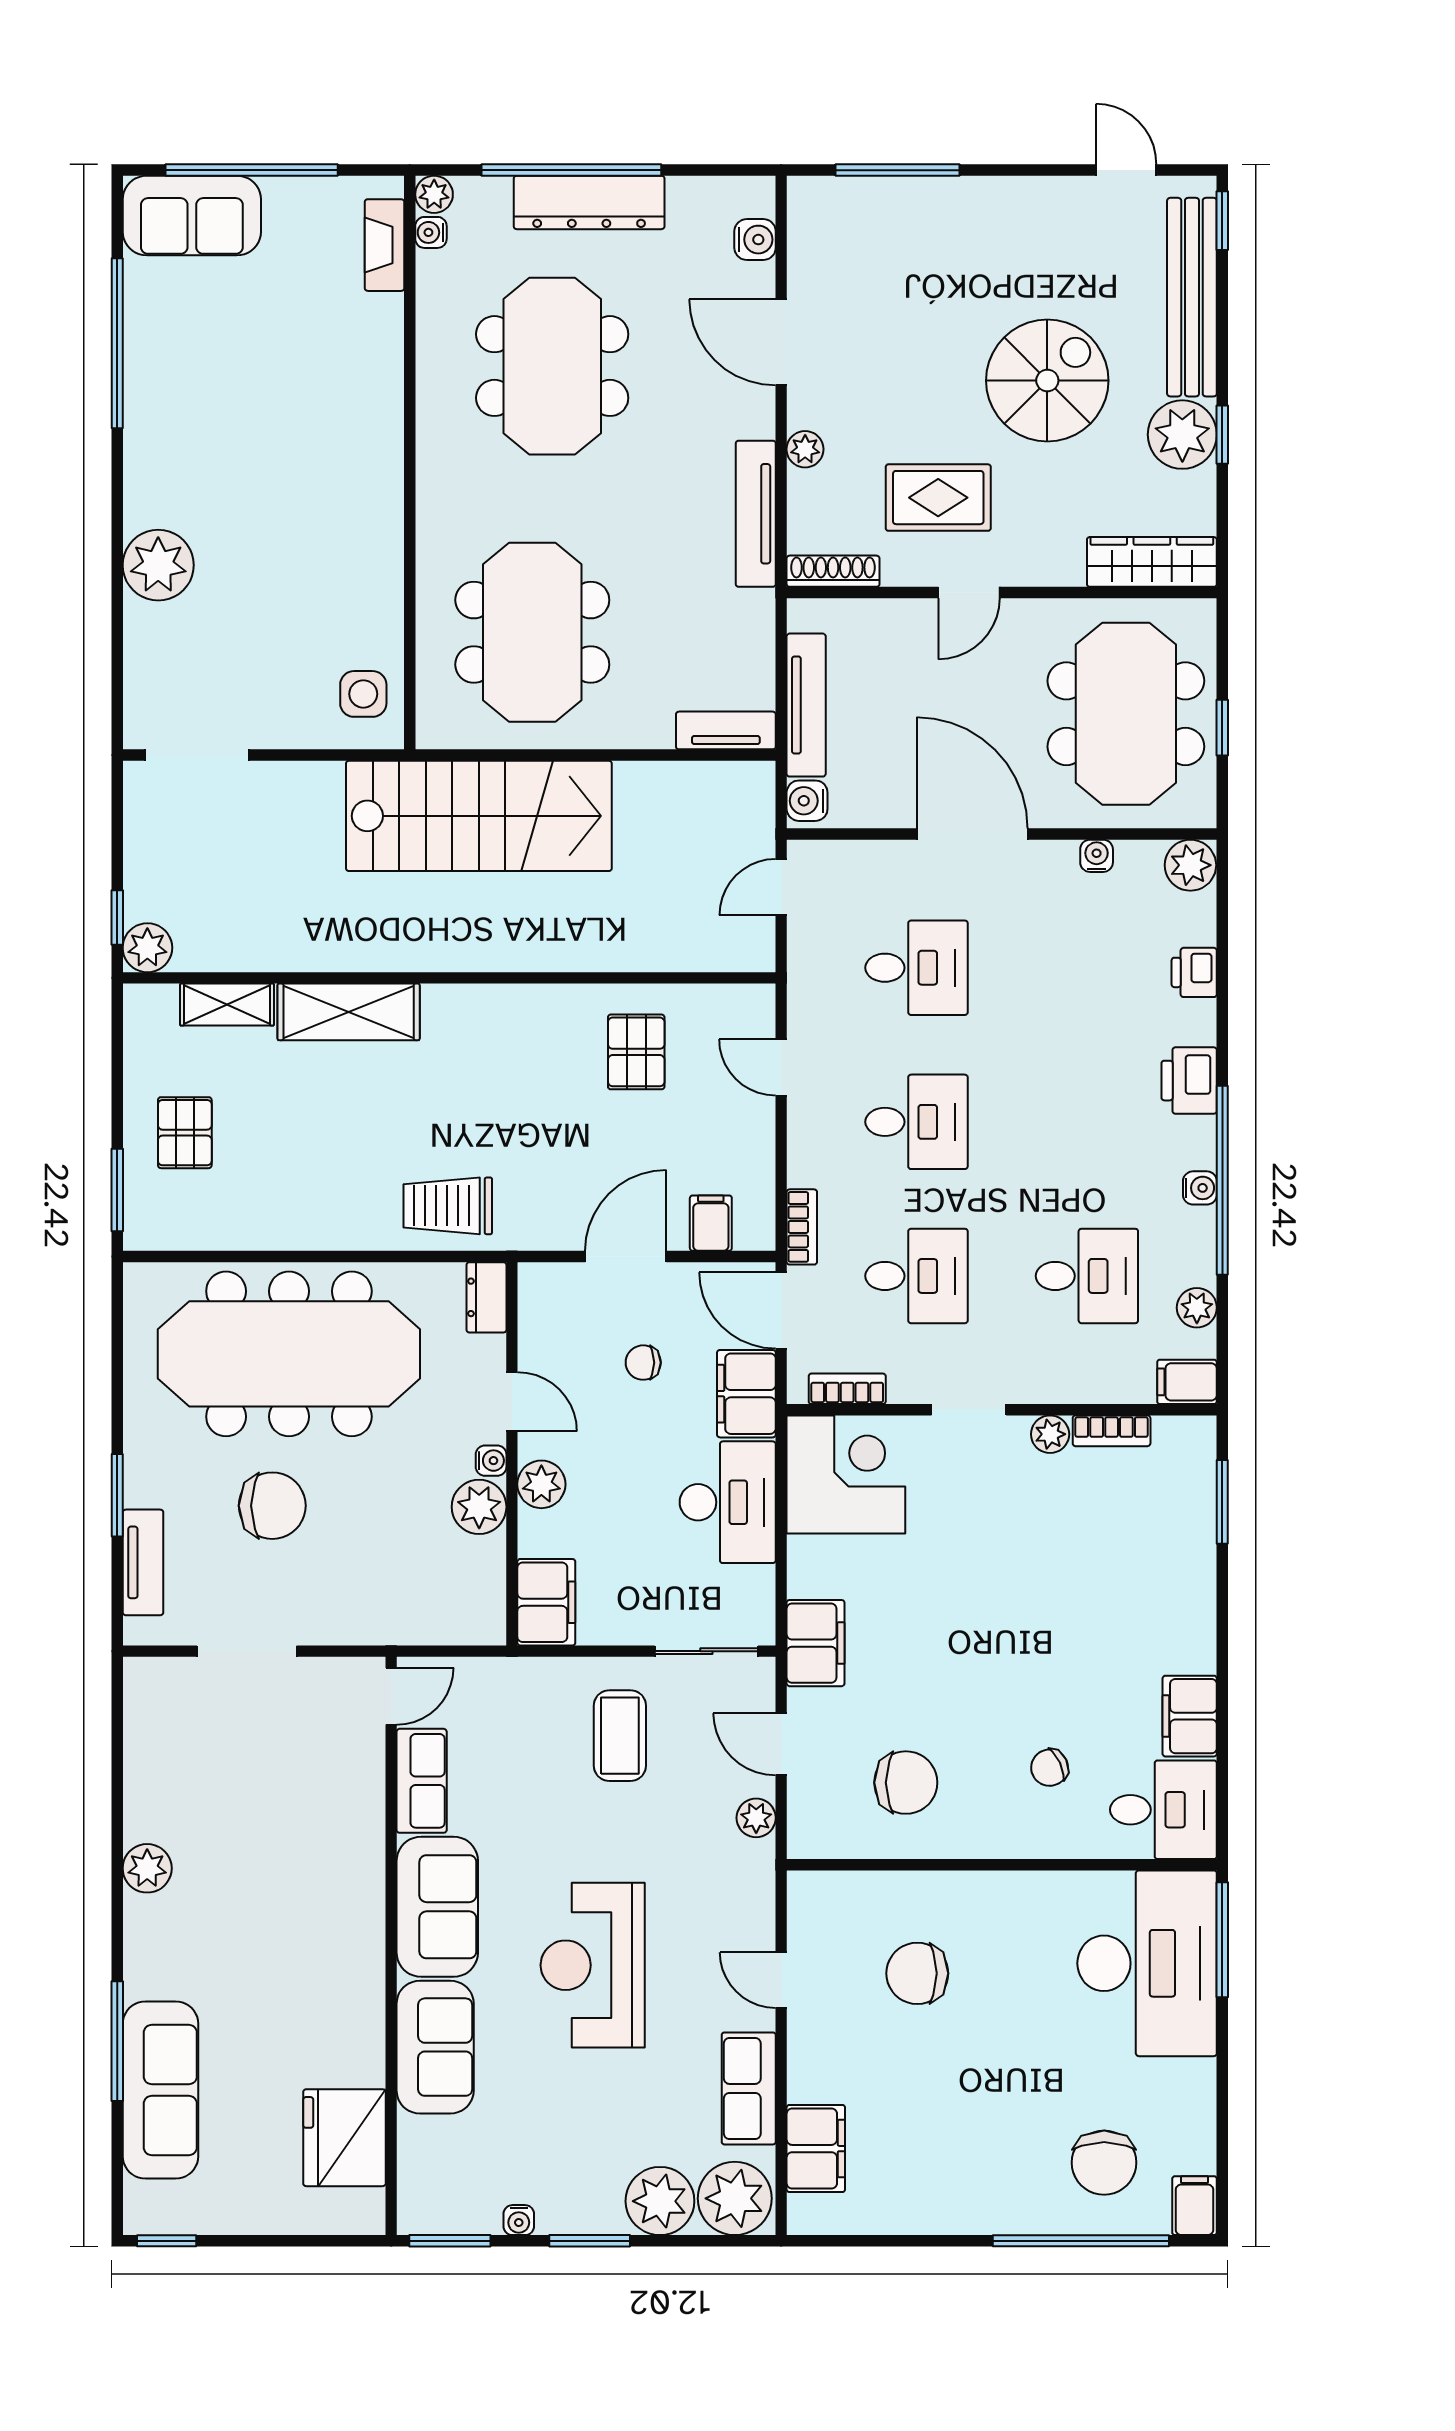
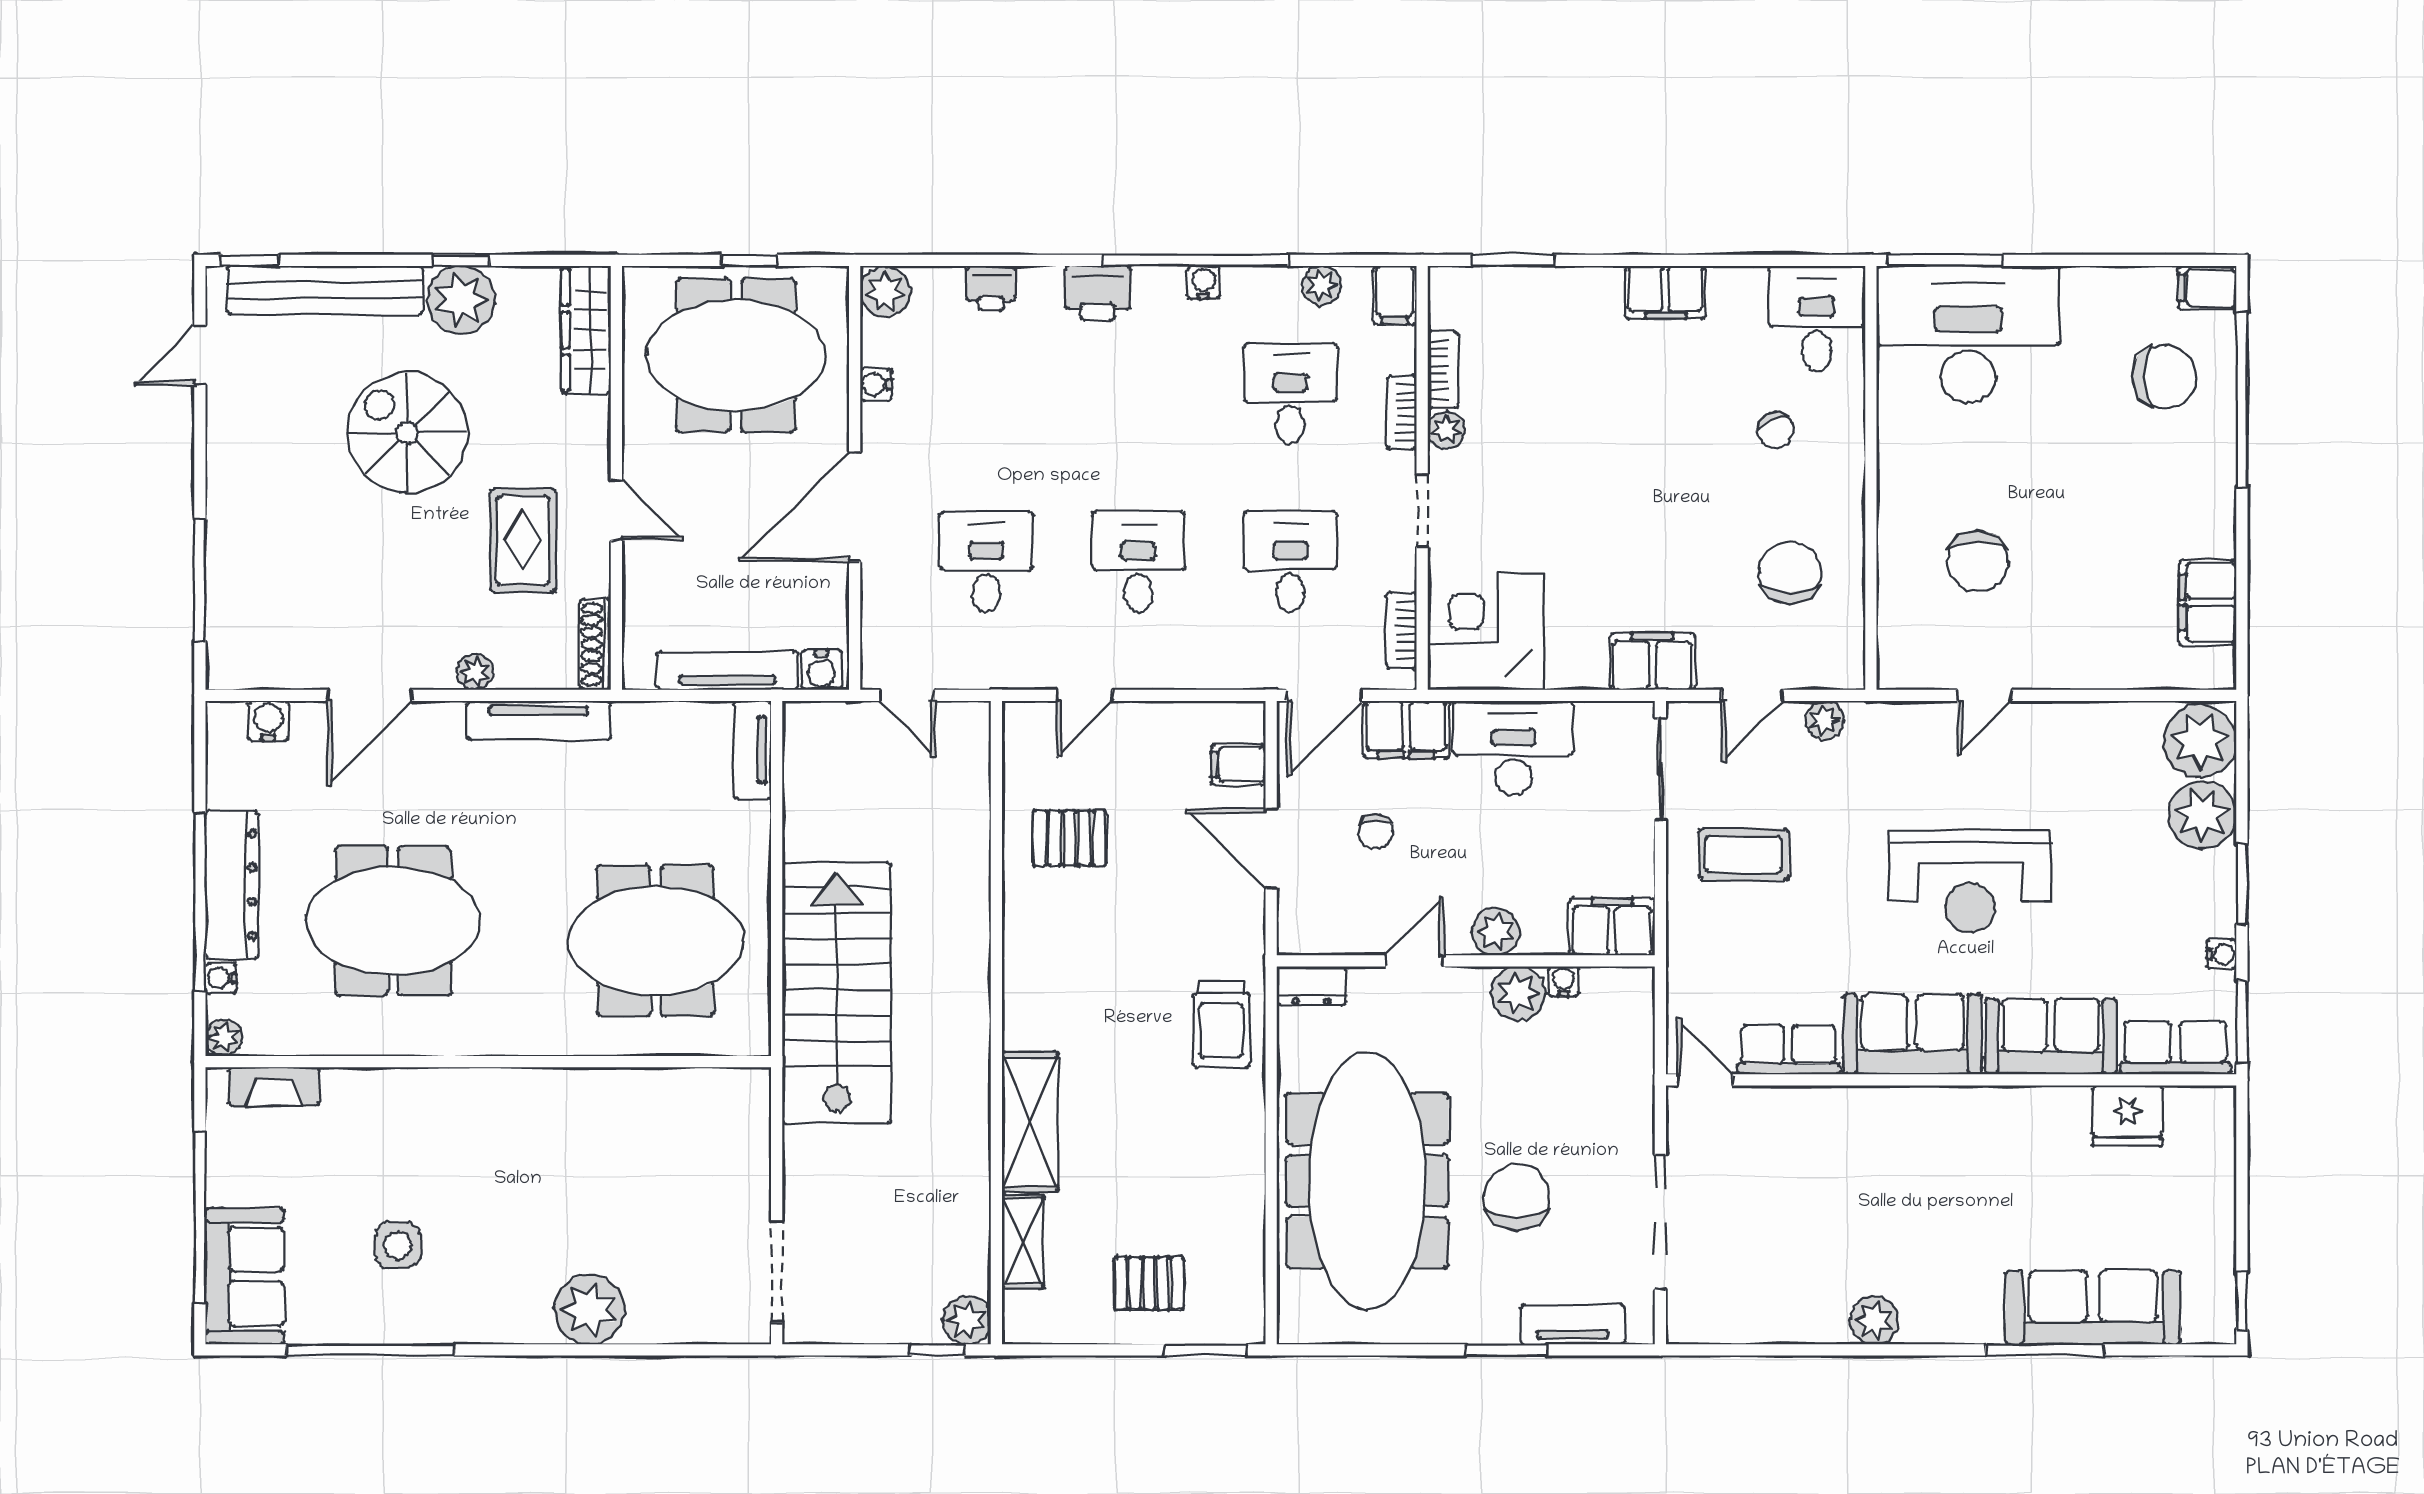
water cooler: (431, 232) -> (221, 978), moved, turned 90
side table: (363, 694) -> (398, 1245), moved
bookcase: (802, 1227) -> (1402, 412), moved, turned -90
water cooler: (491, 1461) -> (1564, 981), moved
doorway: (247, 1651) -> (1660, 1222), width x1.36
filing cabinet: (1190, 1716) -> (1665, 292), moved
row of seats: (749, 2088) -> (2175, 1048), moved, turned 180
fridge: (344, 2138) -> (2127, 1116), width x0.73, depth x0.75
filing cabinet: (816, 2149) -> (2208, 602), moved, turned -90

